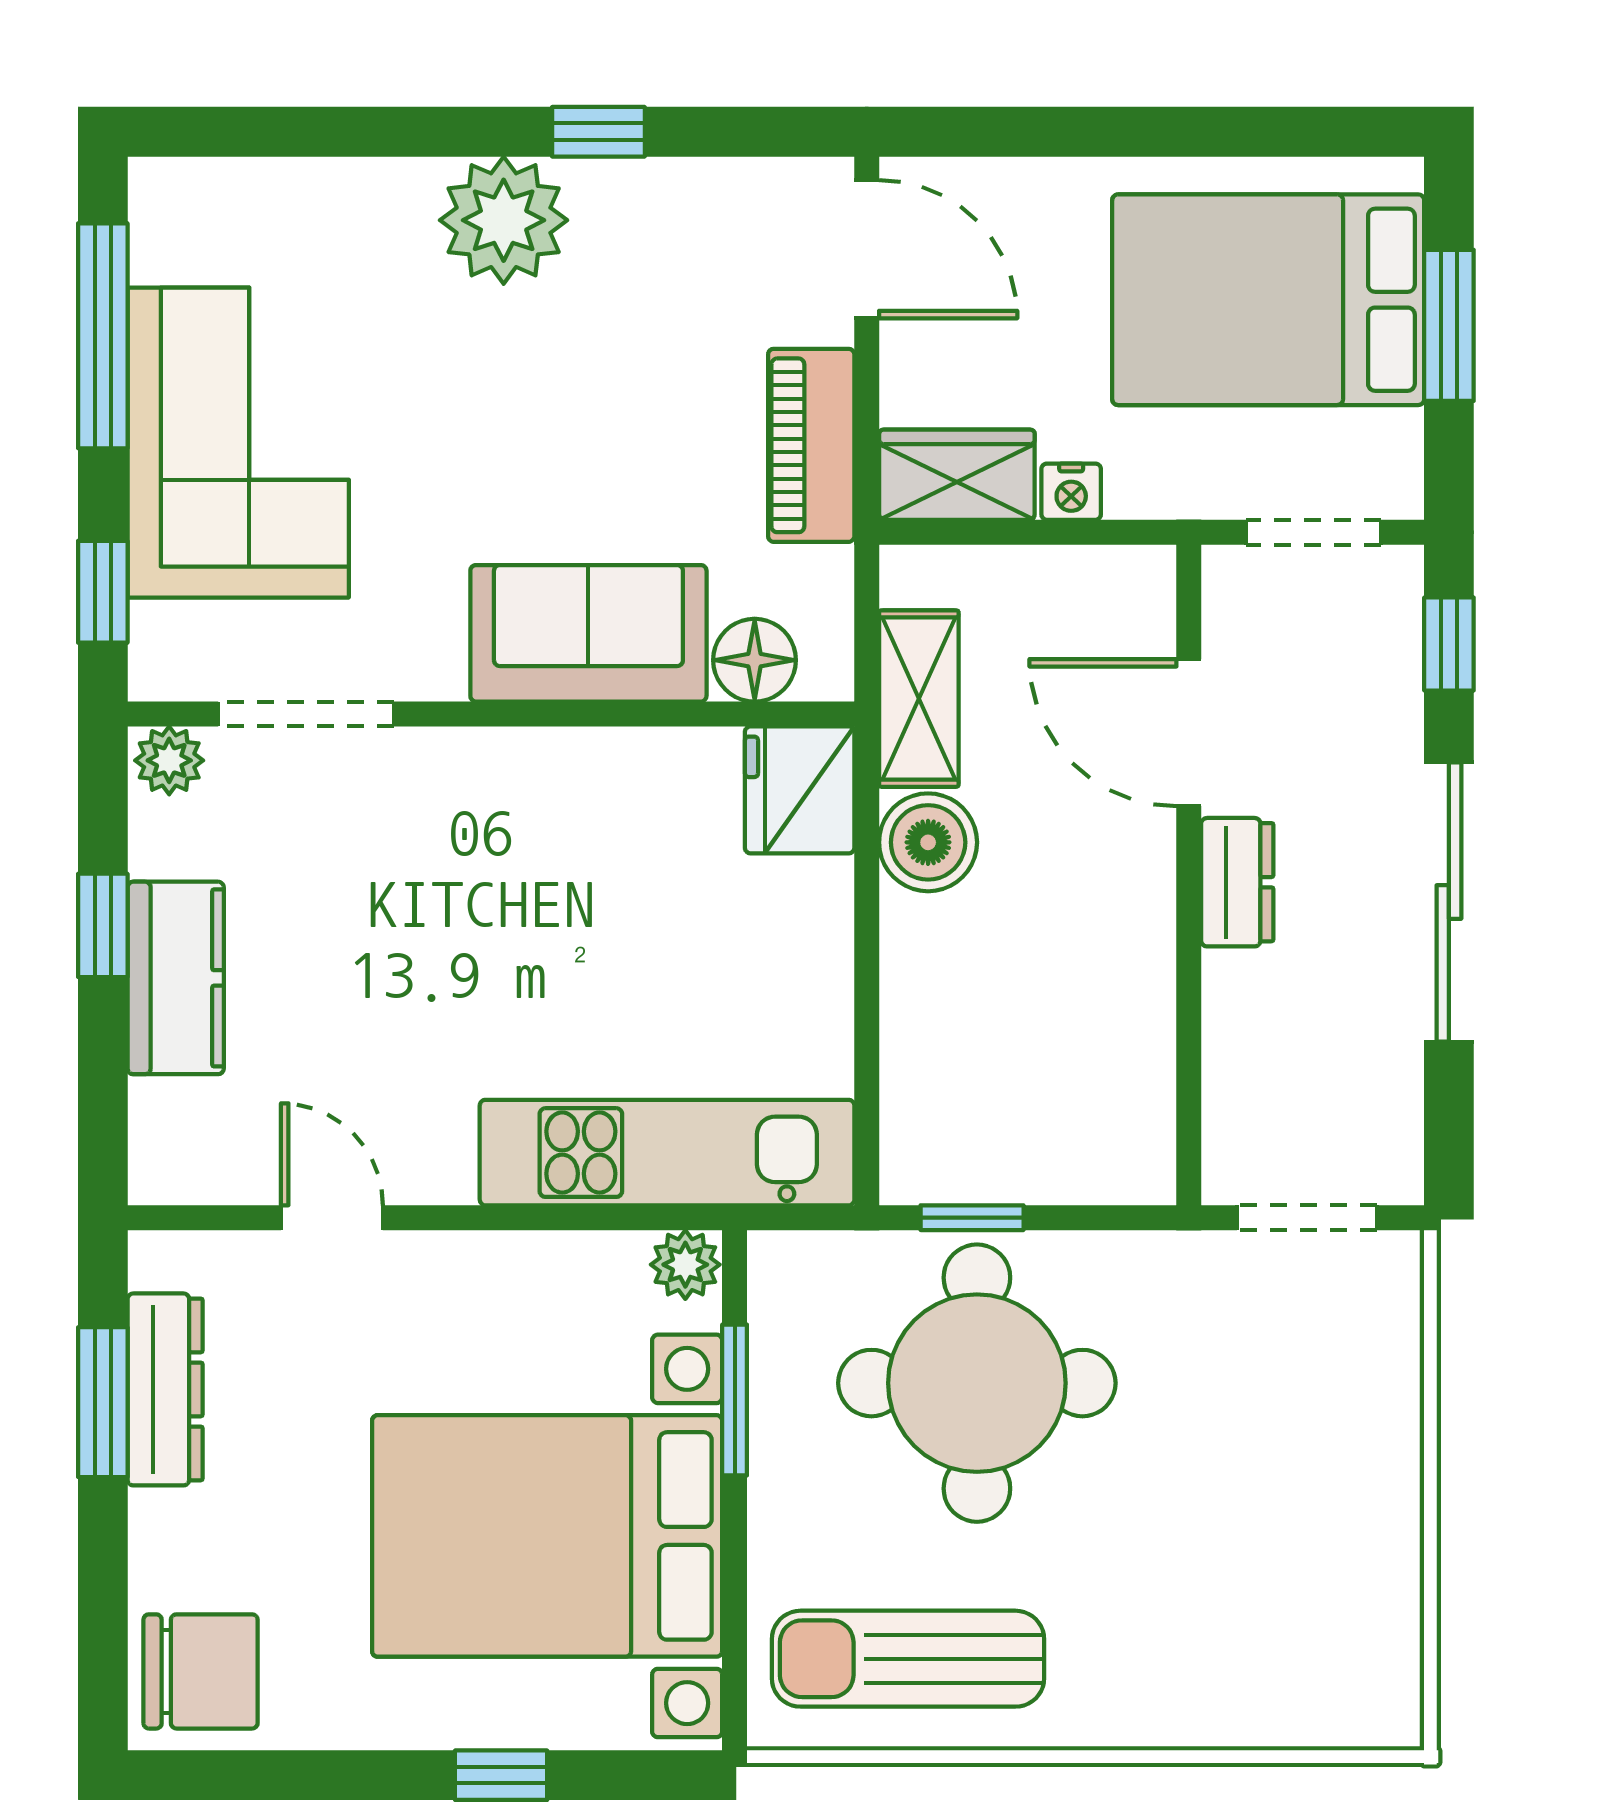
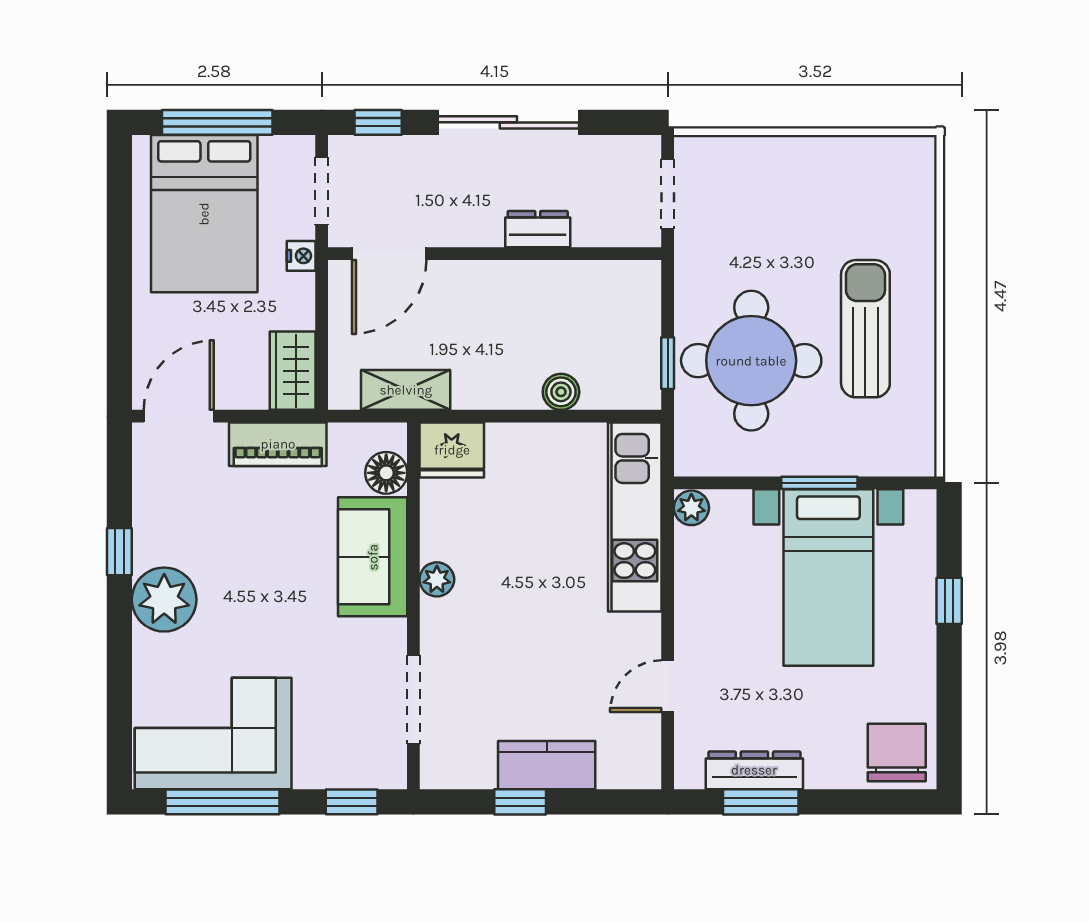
window: (1449, 325) -> (217, 122), width x1.44
corner sofa: (238, 443) -> (213, 734), moved
nightstand: (1071, 492) -> (301, 256), moved
door: (1189, 733) -> (389, 254), moved
plant: (169, 760) -> (437, 579), moved
boiler: (928, 842) -> (561, 392), moved, width x0.73, depth x0.73
dresser: (1237, 882) -> (538, 229), moved
window: (735, 1400) -> (819, 483), moved
bed with nightstands: (547, 1536) -> (828, 578), width x0.73
sun lounger: (908, 1659) -> (865, 329), moved, turned 180

